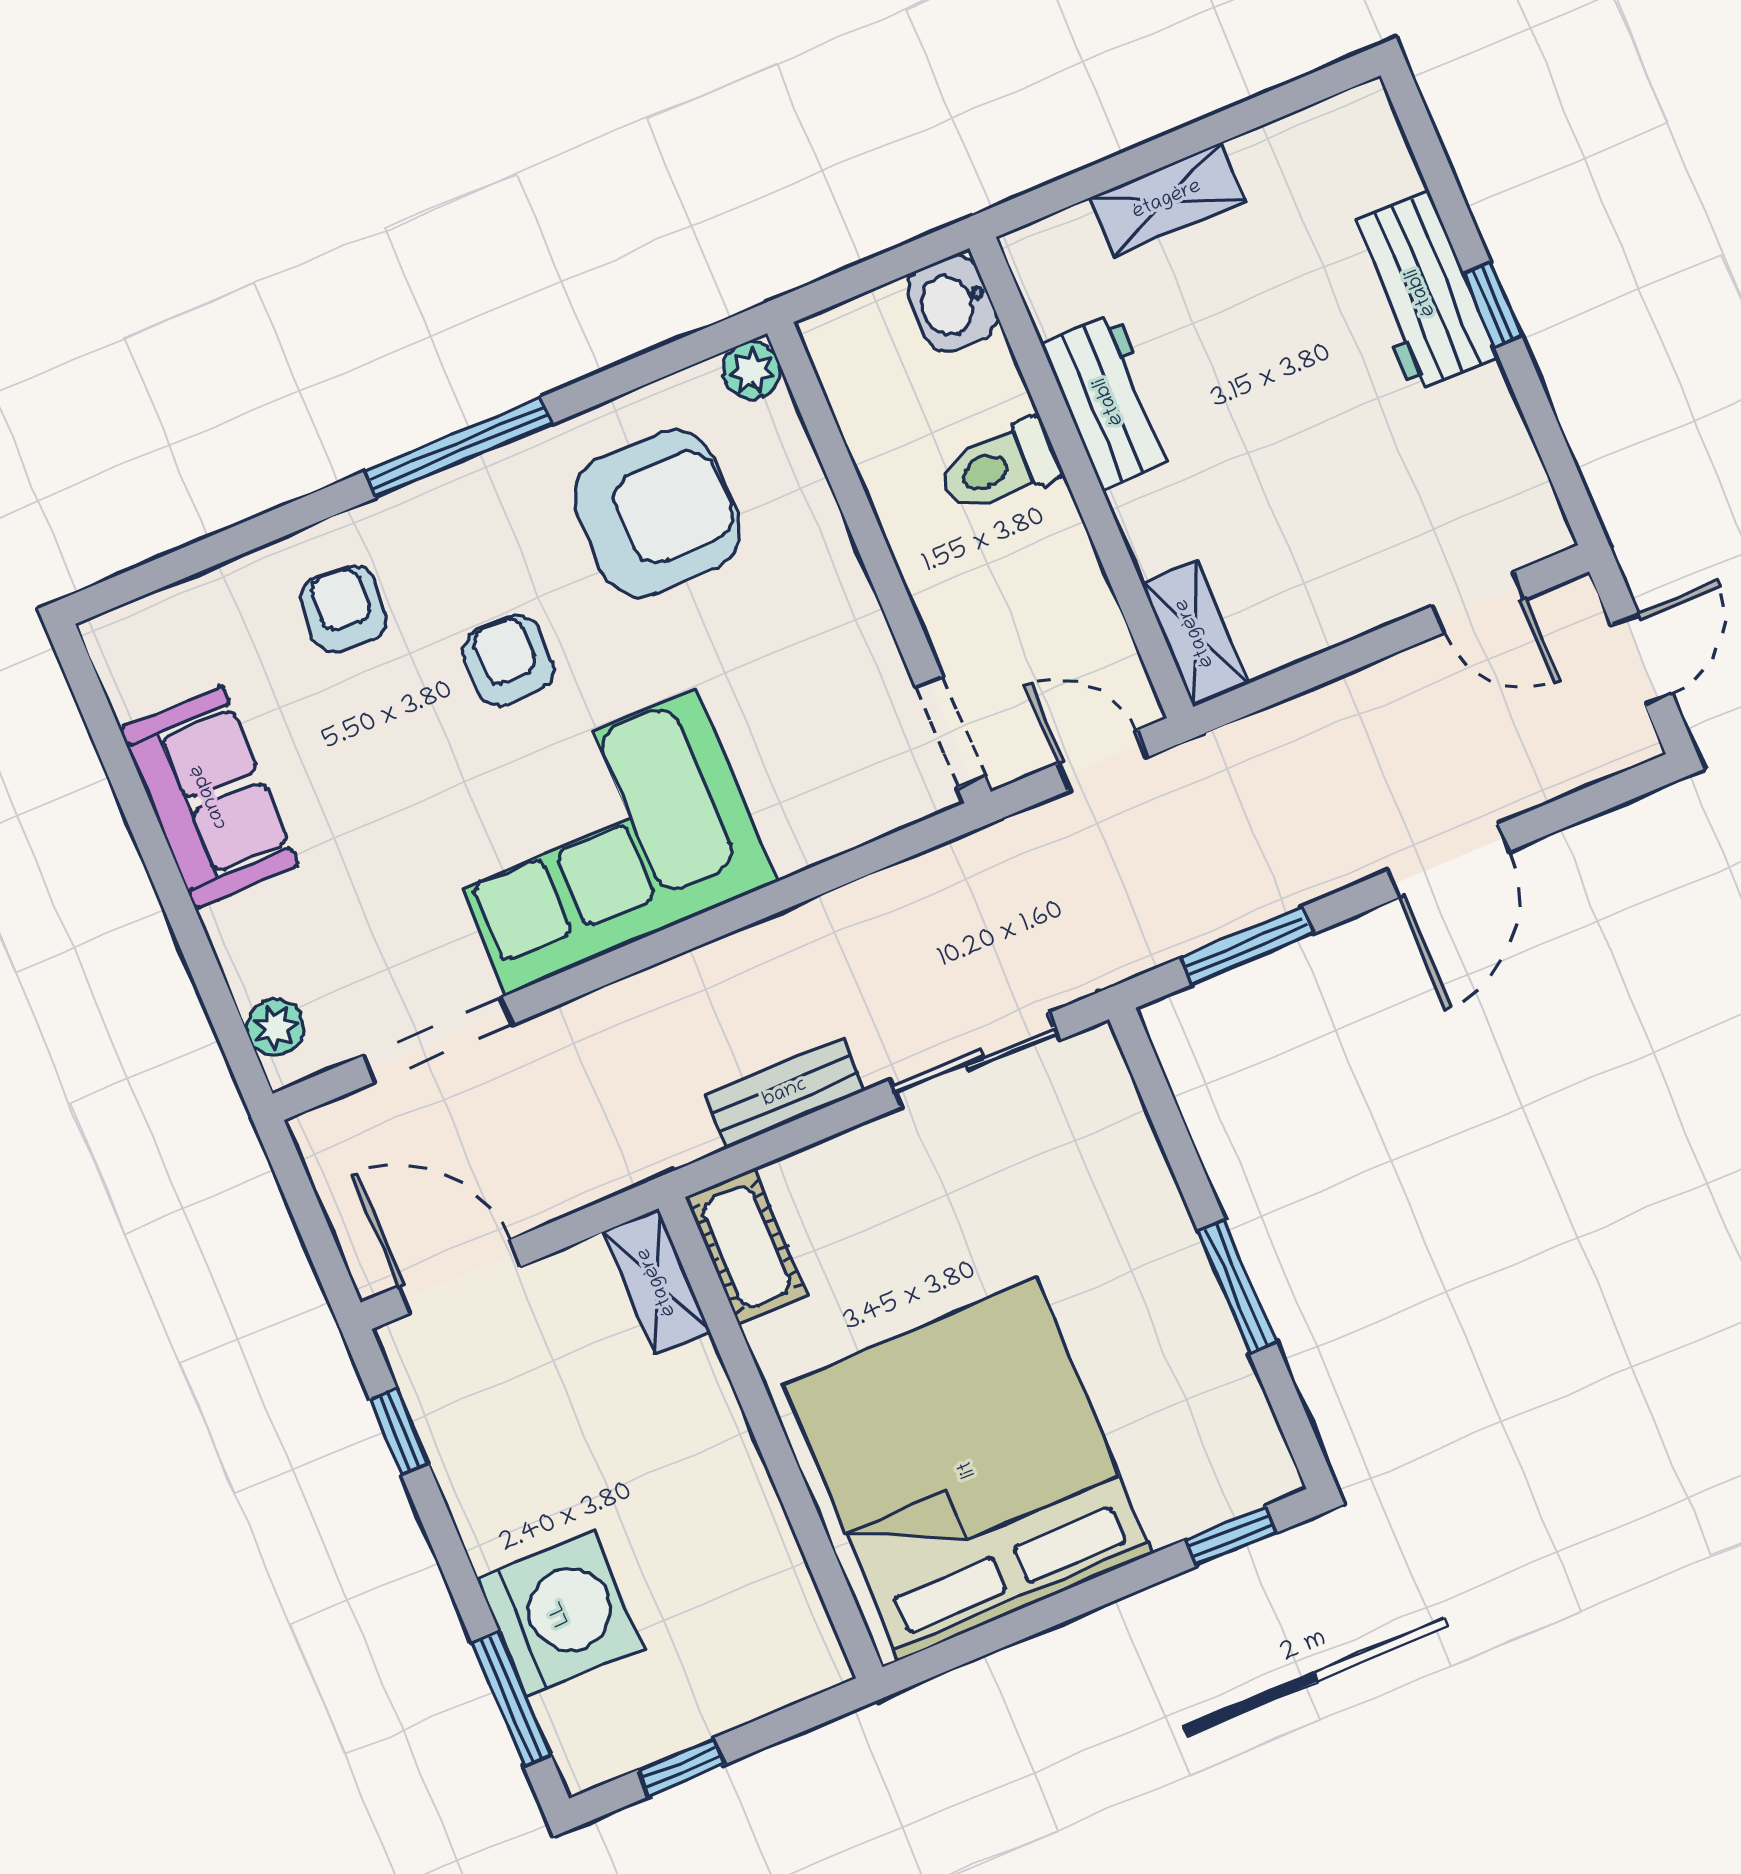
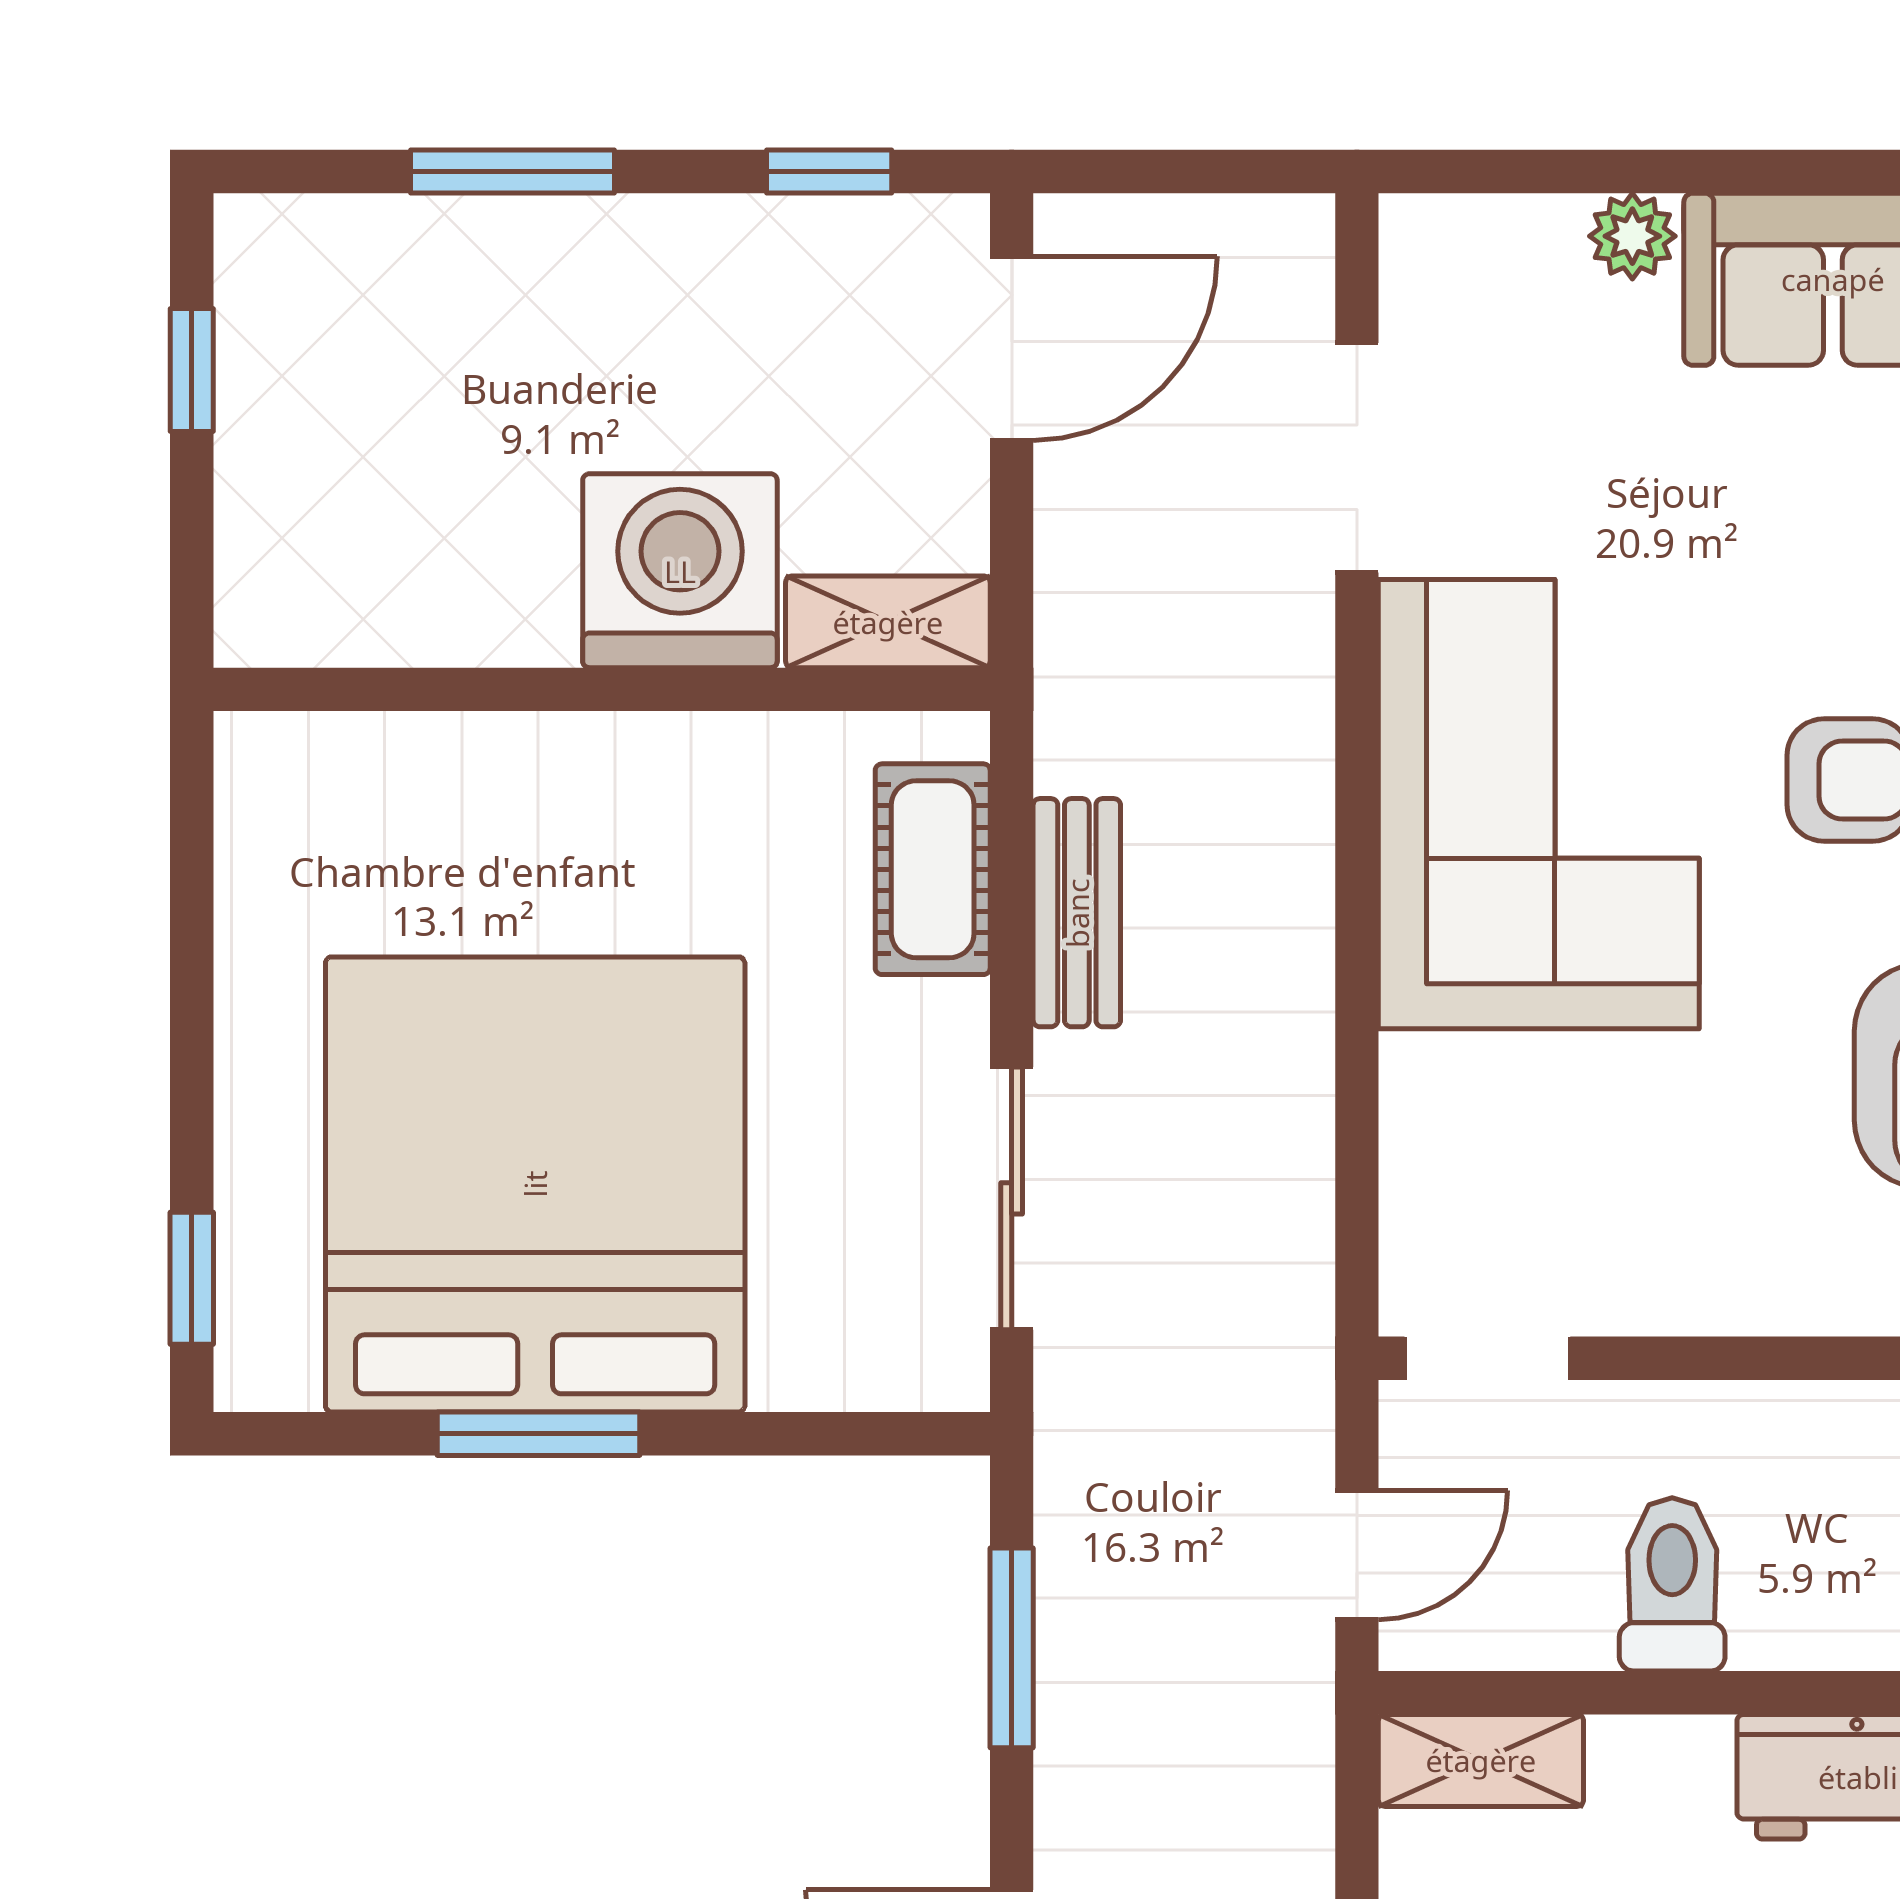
toilet: (999, 466) -> (1672, 1584), moved
plant: (275, 1027) -> (1632, 236), moved
cot: (746, 1247) -> (933, 869), moved, turned 90
bed: (968, 1469) -> (535, 1184), moved, turned -90
washing machine: (560, 1613) -> (680, 571), moved, turned 180
window: (512, 1699) -> (512, 172), moved

